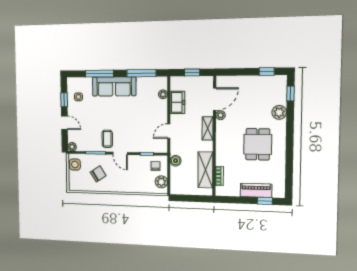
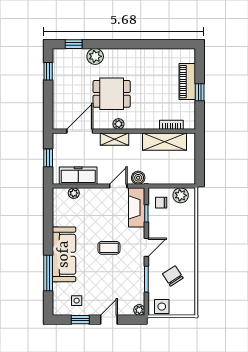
window: (141, 73) -> (48, 220), removed
door: (215, 99) -> (80, 131), hinge flipped
freezer: (177, 102) -> (78, 176), width x1.40
plant: (220, 115) -> (119, 124), moved
door: (169, 131) -> (118, 186), swing flipped
coffee table: (107, 139) -> (109, 248), moved
dining table: (258, 144) -> (112, 94), moved
fireplace: (152, 146) -> (137, 207), added
boiler: (176, 161) -> (138, 178), moved
window: (265, 201) -> (200, 92), moved

